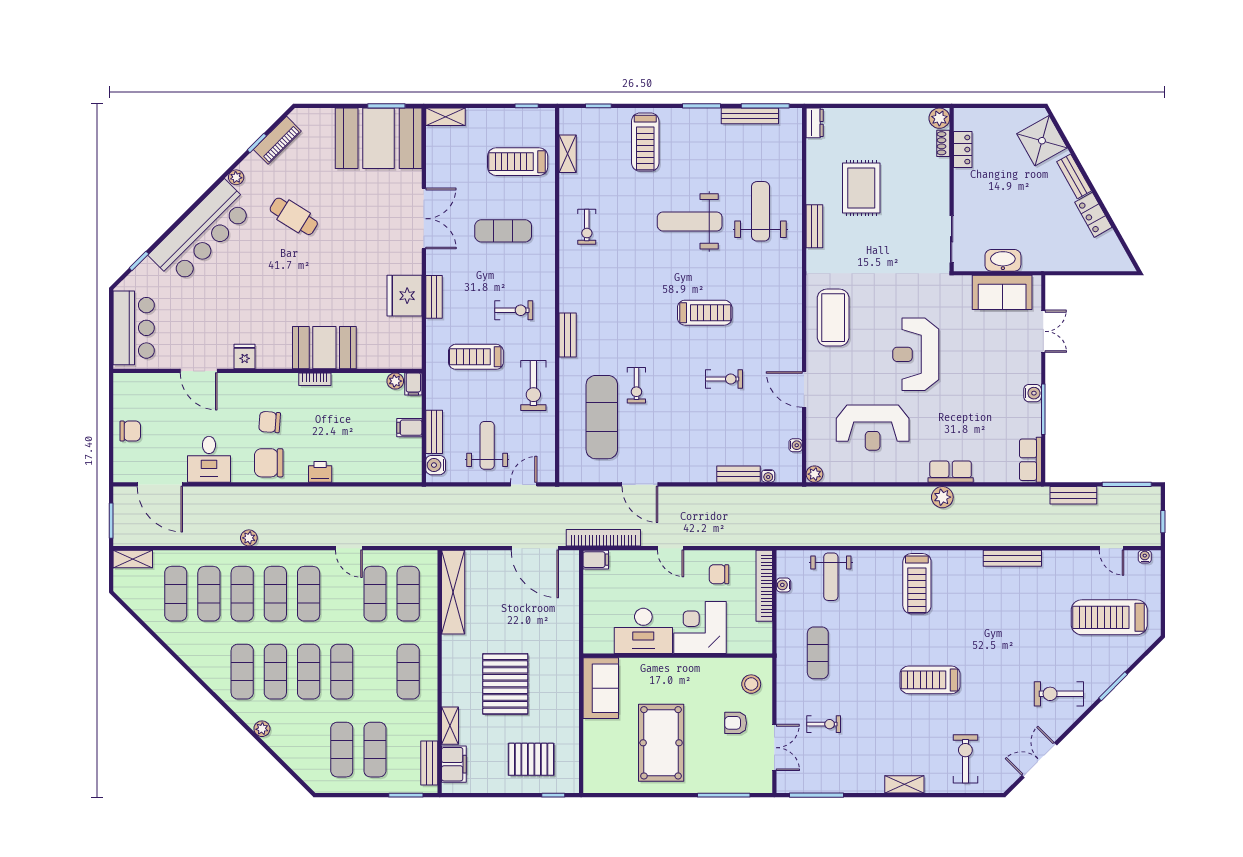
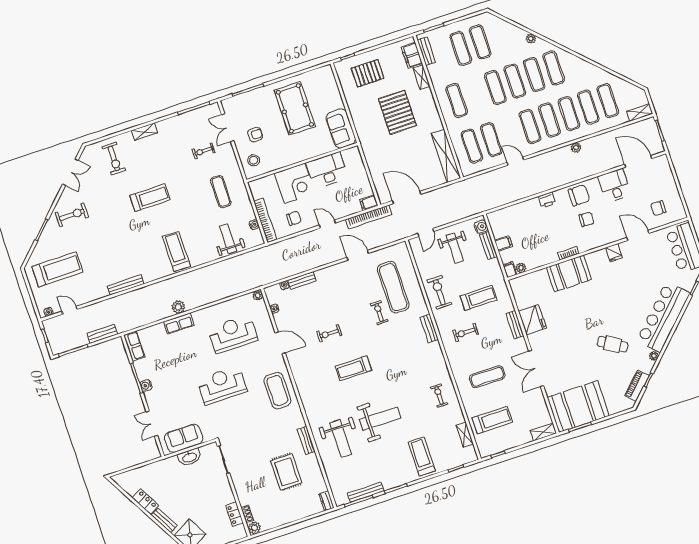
reception desk: (916, 354) -> (222, 385), turned -90
chair: (130, 431) -> (658, 208), moved

